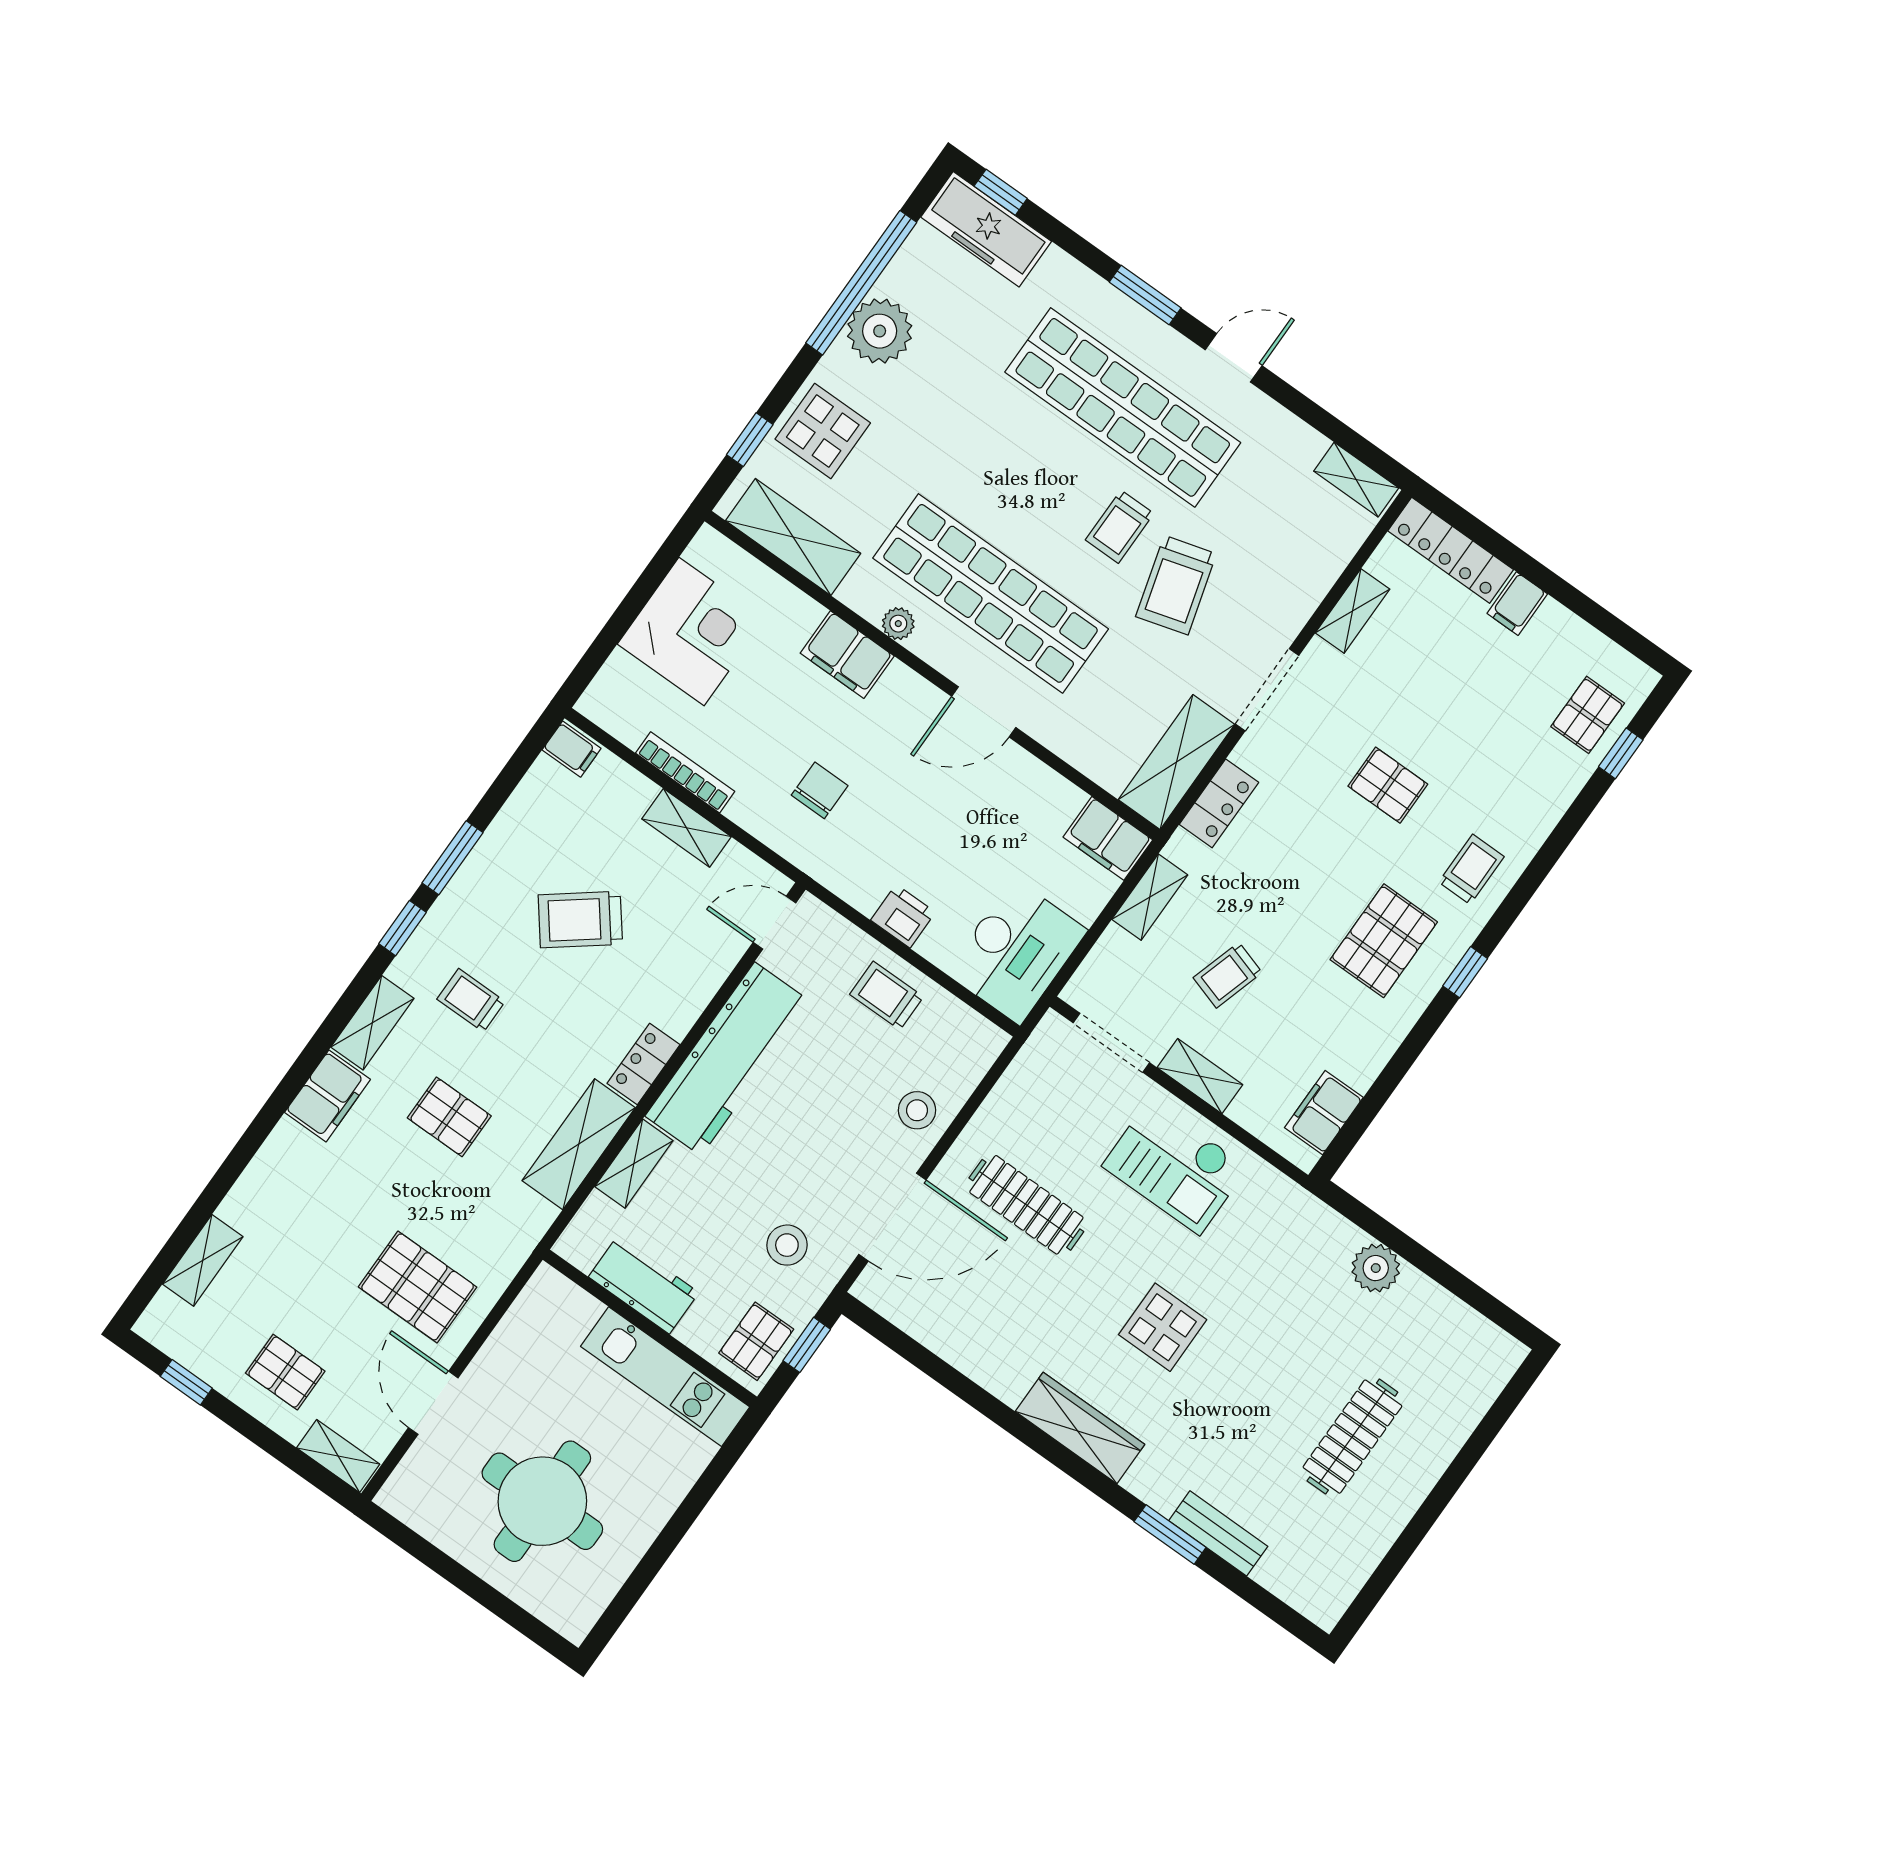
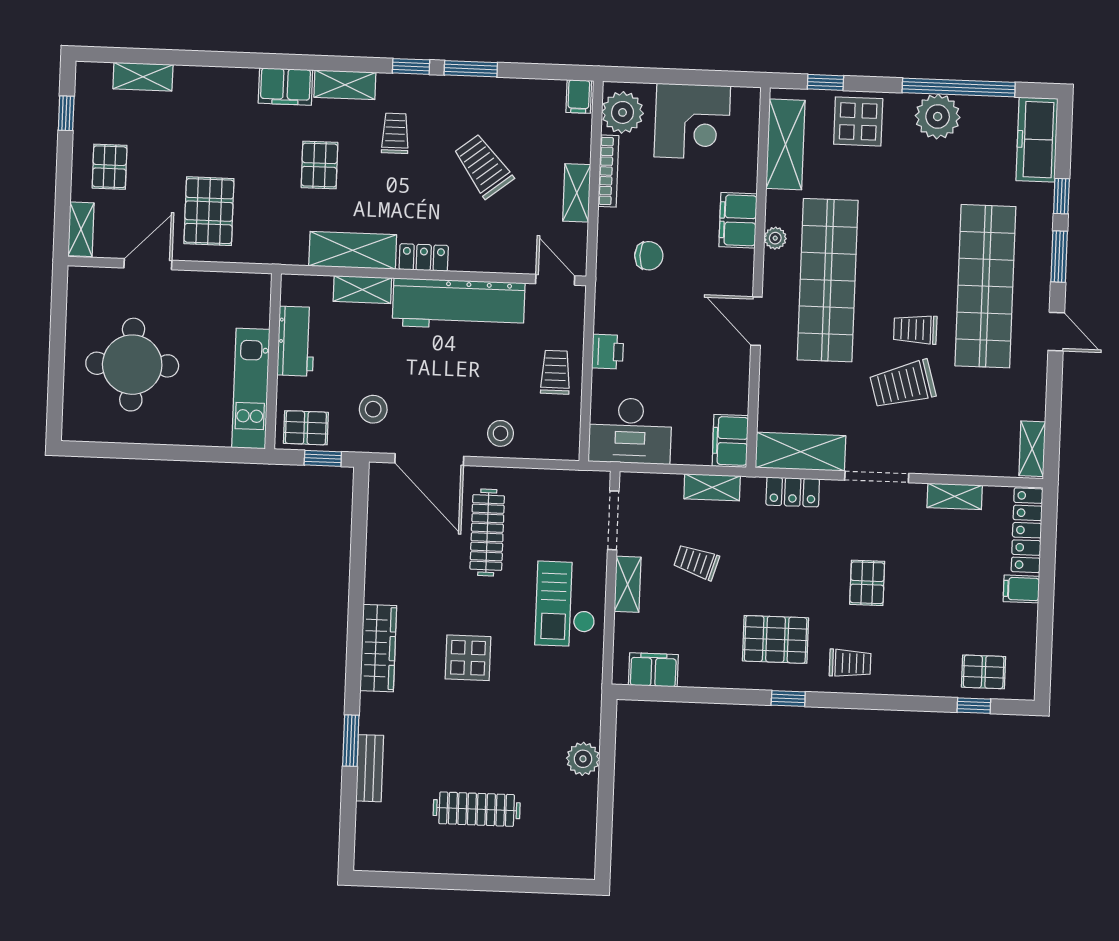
window: (1001, 192) -> (1061, 196), moved
plant: (625, 709) -> (623, 112), added

